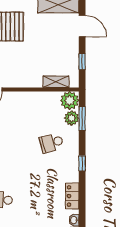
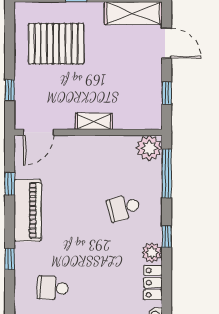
shelving: (56, 82) -> (94, 121), moved
plant: (72, 118) -> (152, 253), moved
window: (82, 118) -> (167, 173), width x1.44

